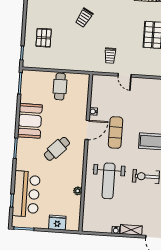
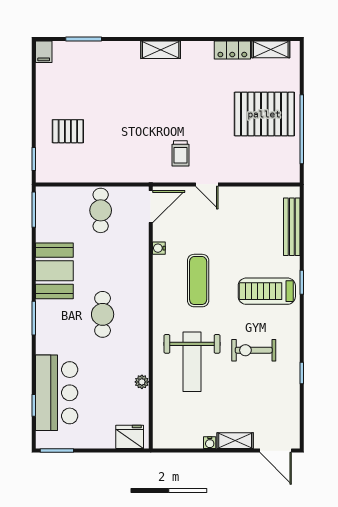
trolley: (84, 18) -> (133, 93), removed
pallet: (44, 38) -> (68, 131), turned 90
door: (87, 130) -> (151, 207), moved
cafe table: (57, 149) -> (103, 314), turned -45
fridge: (57, 223) -> (130, 437), moved

